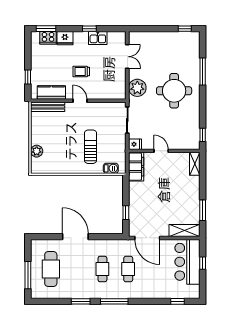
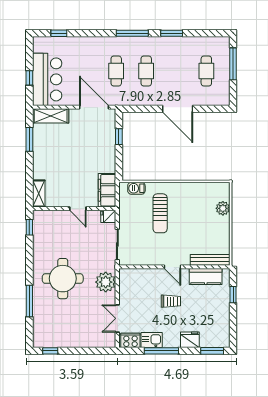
window: (89, 29) -> (161, 351), width x2.17
cooker: (48, 38) -> (130, 340), moved
cafe table: (51, 269) -> (206, 71), width x0.73, depth x0.74

